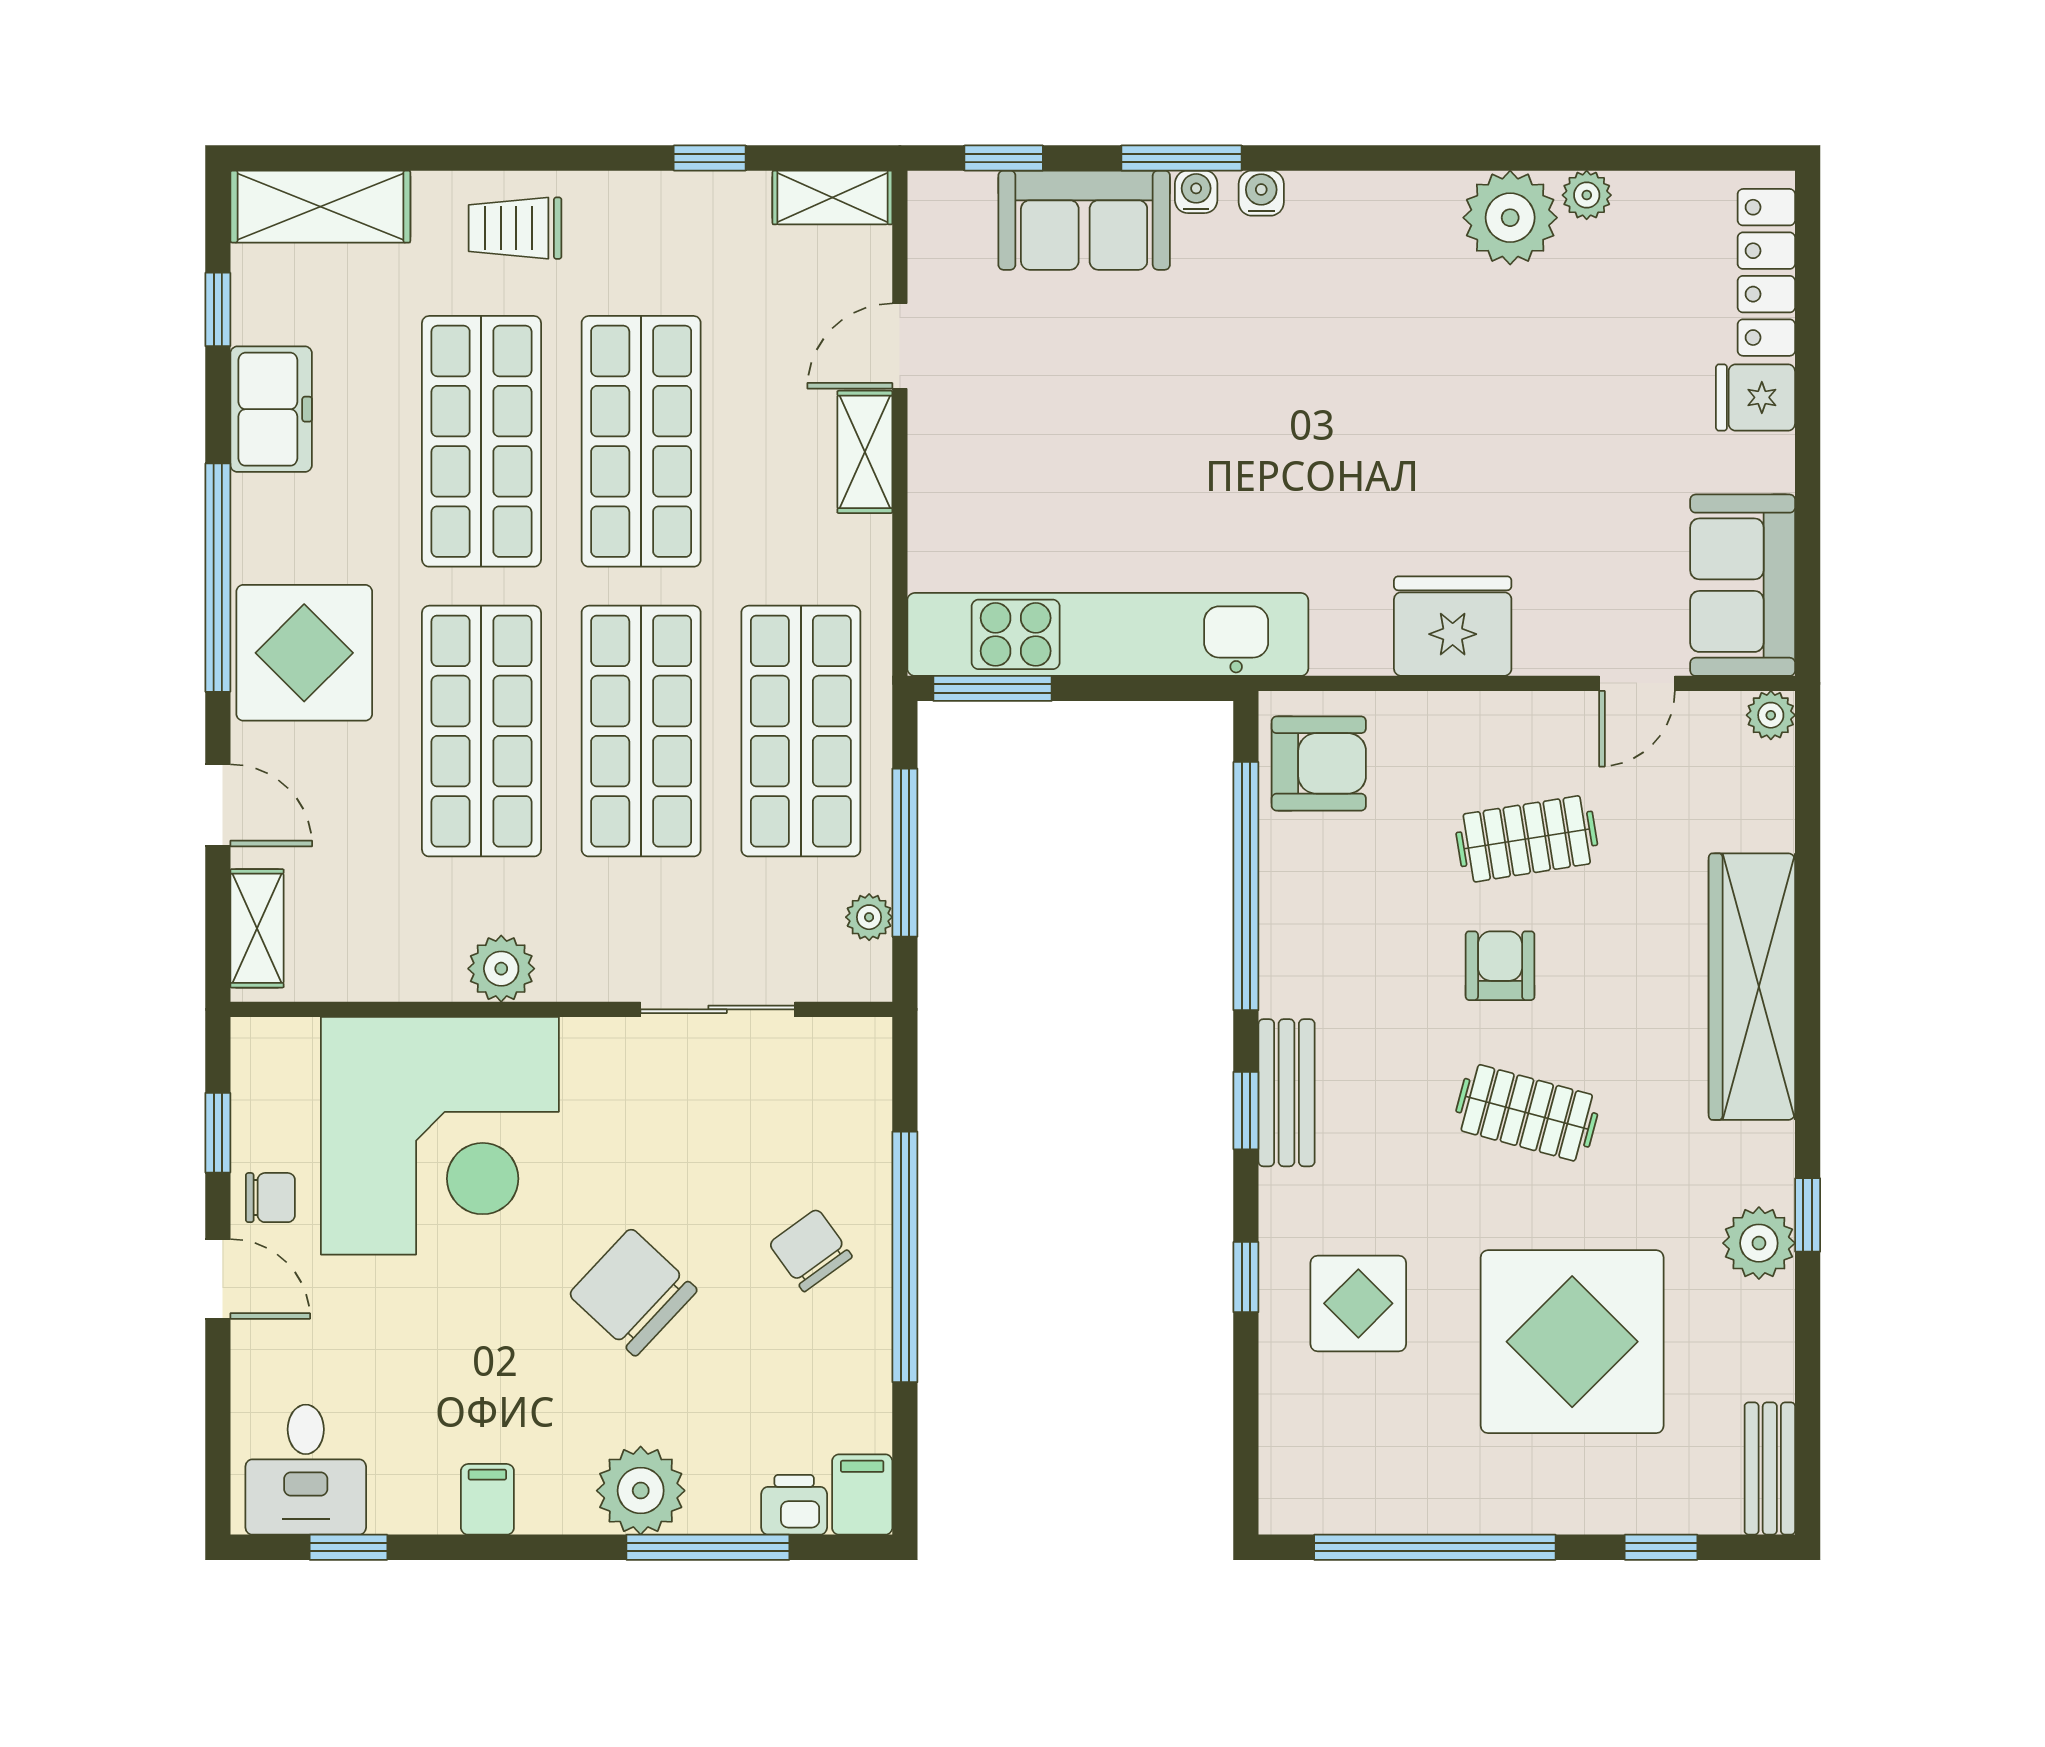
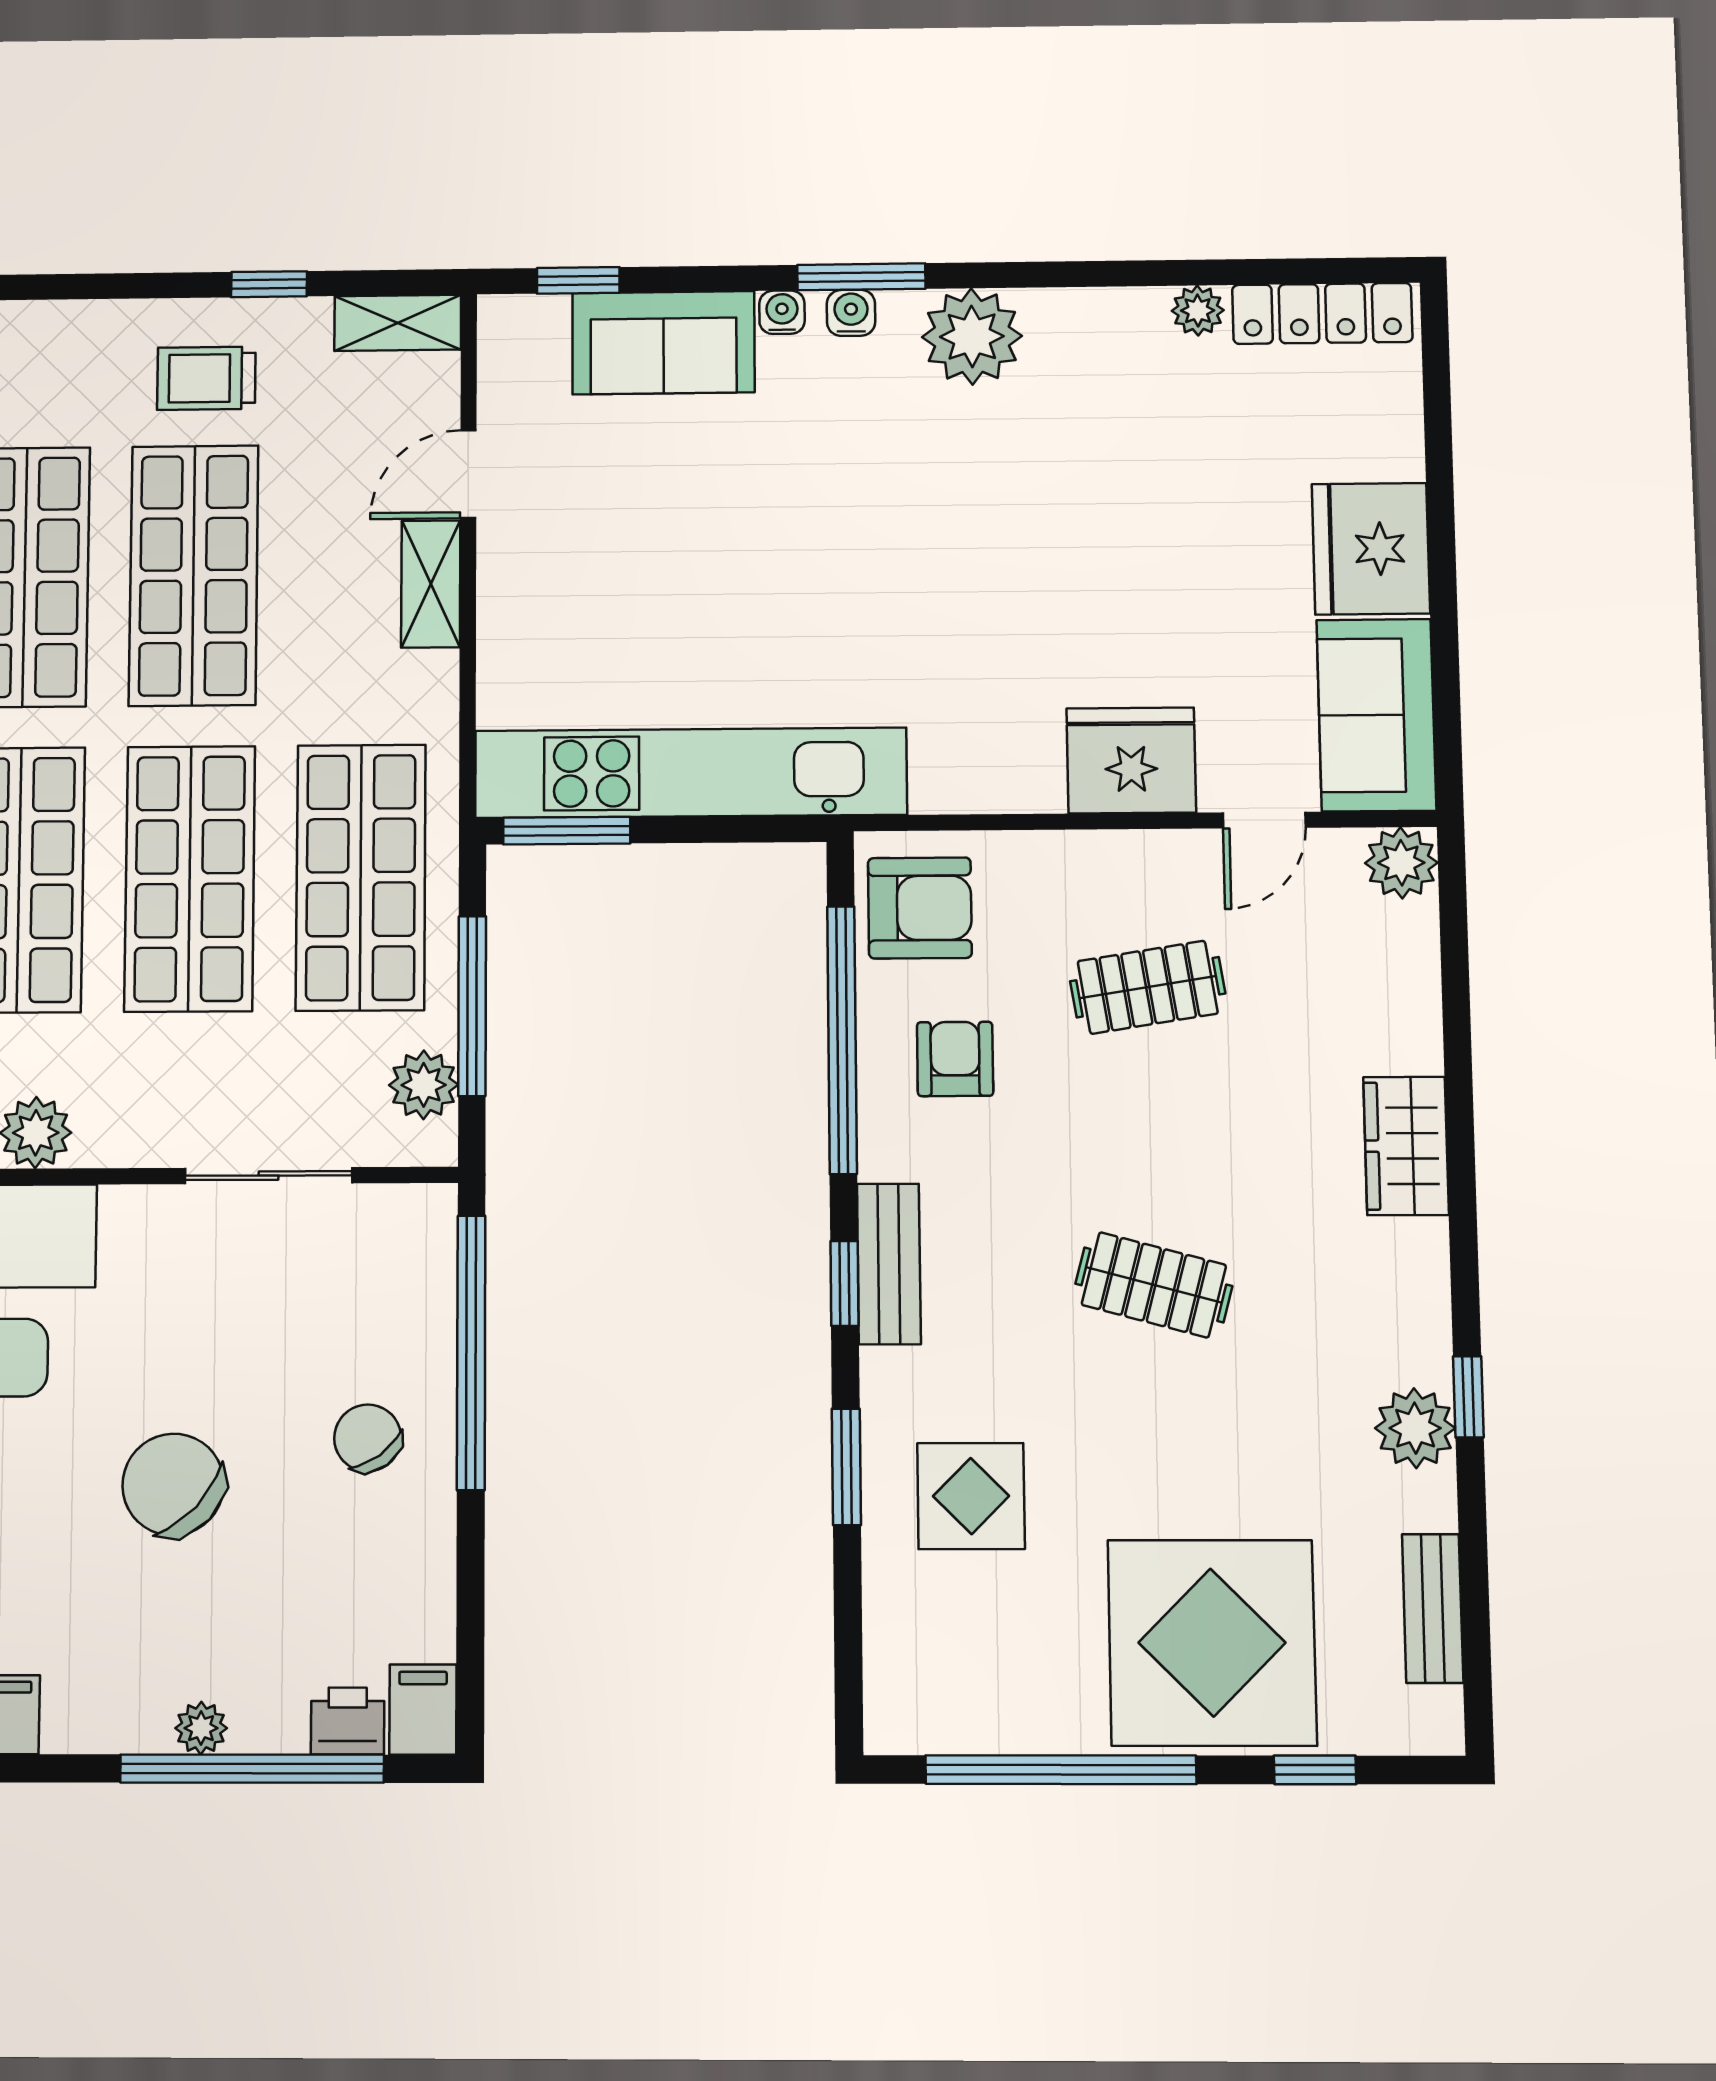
window: (1181, 158) -> (861, 277), moved
plant: (1510, 218) -> (972, 336), moved
trolley: (515, 228) -> (206, 378), moved
locker: (1766, 272) -> (1322, 313), moved, turned -90
fridge: (1755, 397) -> (1371, 549), width x1.88, depth x1.34
fridge: (1453, 626) -> (1131, 760), moved
plant: (1771, 715) -> (1401, 863), width x1.38, depth x1.38
plant: (869, 917) -> (424, 1085), width x1.38, depth x1.38
armchair: (1500, 966) -> (955, 1059), moved
wardrobe: (1752, 987) -> (1406, 1146), width x0.48, depth x0.85
window: (905, 1257) -> (471, 1352), moved
window: (1246, 1277) -> (846, 1467), width x1.50
display table: (1572, 1342) -> (1212, 1643), moved
bench: (1770, 1469) -> (1433, 1609), moved
plant: (641, 1491) -> (201, 1728), width x0.53, depth x0.53
window: (708, 1547) -> (252, 1769), width x1.46

